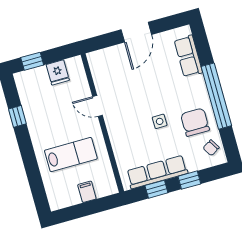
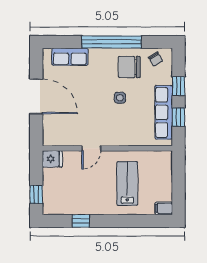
door: (136, 32) -> (36, 96), width x1.36
fridge: (58, 72) -> (52, 159), moved
filing cabinet: (87, 192) -> (164, 208), moved

